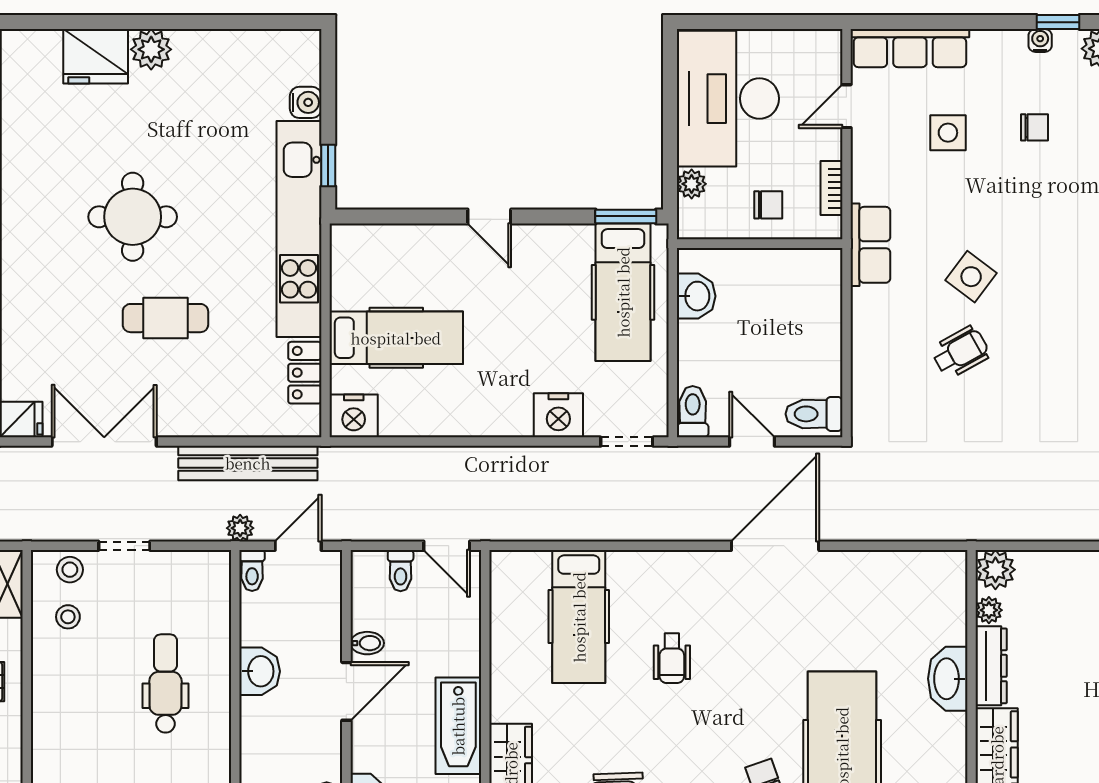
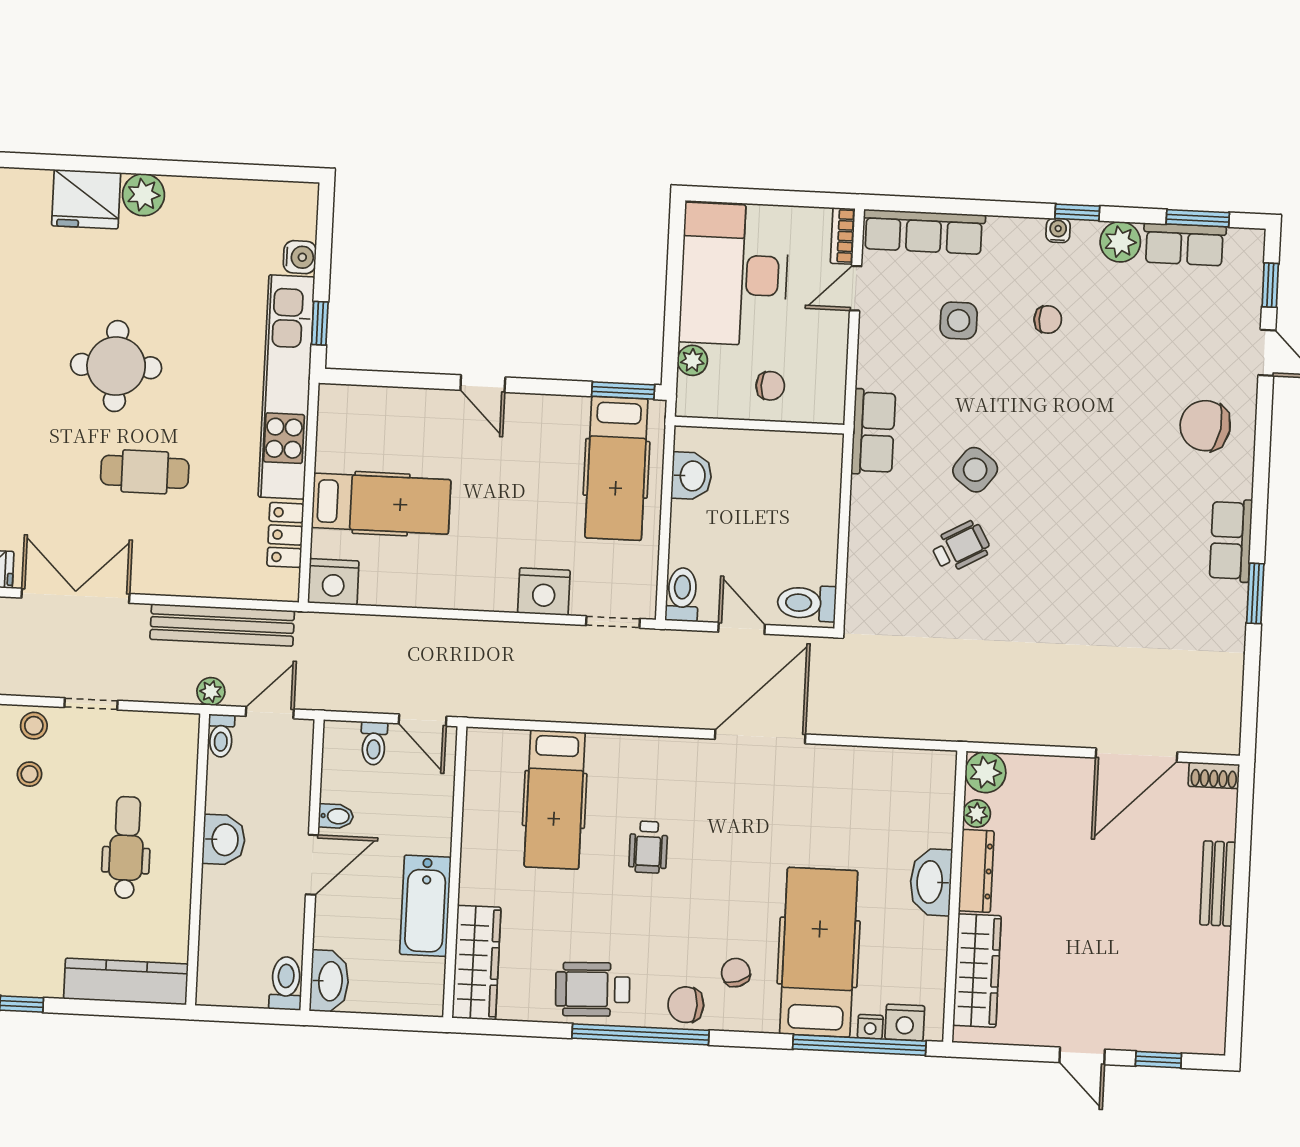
bookcase: (831, 188) -> (843, 236), moved

